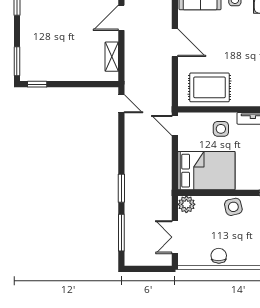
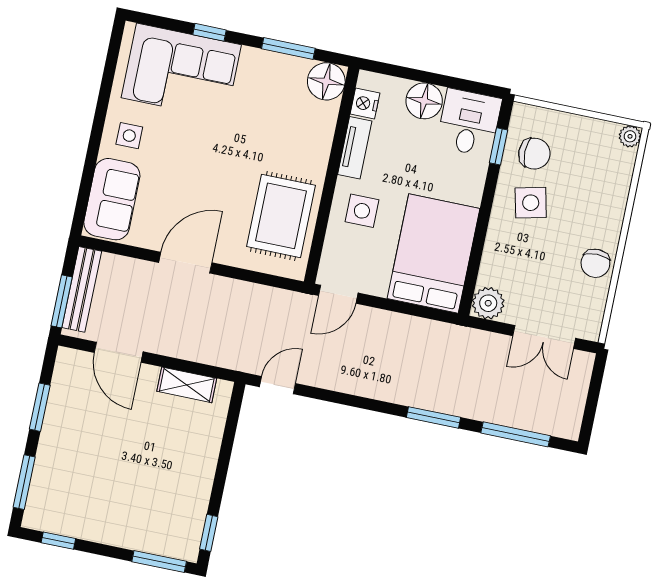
side table: (233, 207) -> (531, 203), moved
chair: (219, 256) -> (595, 263), turned -89

